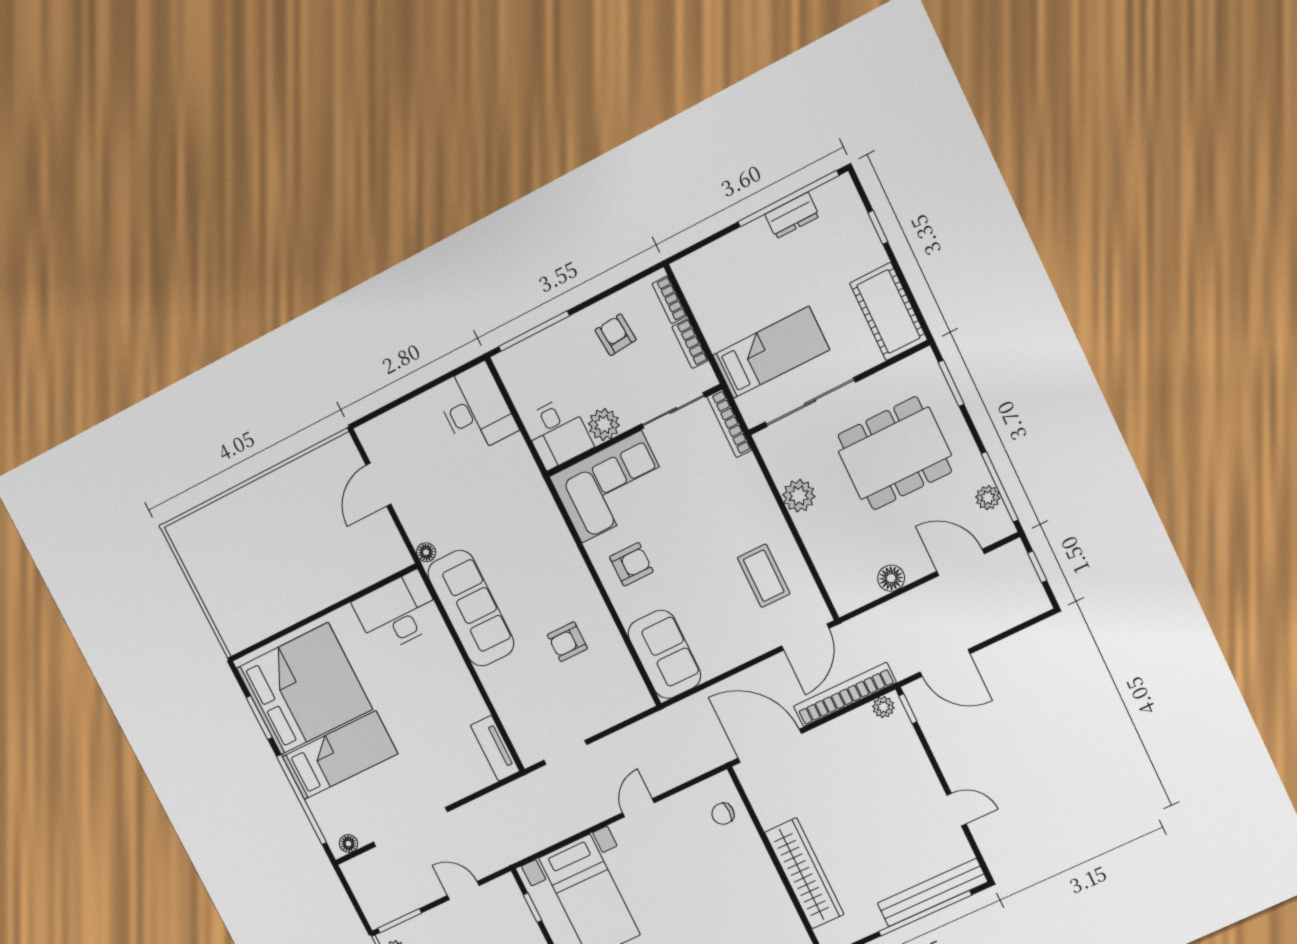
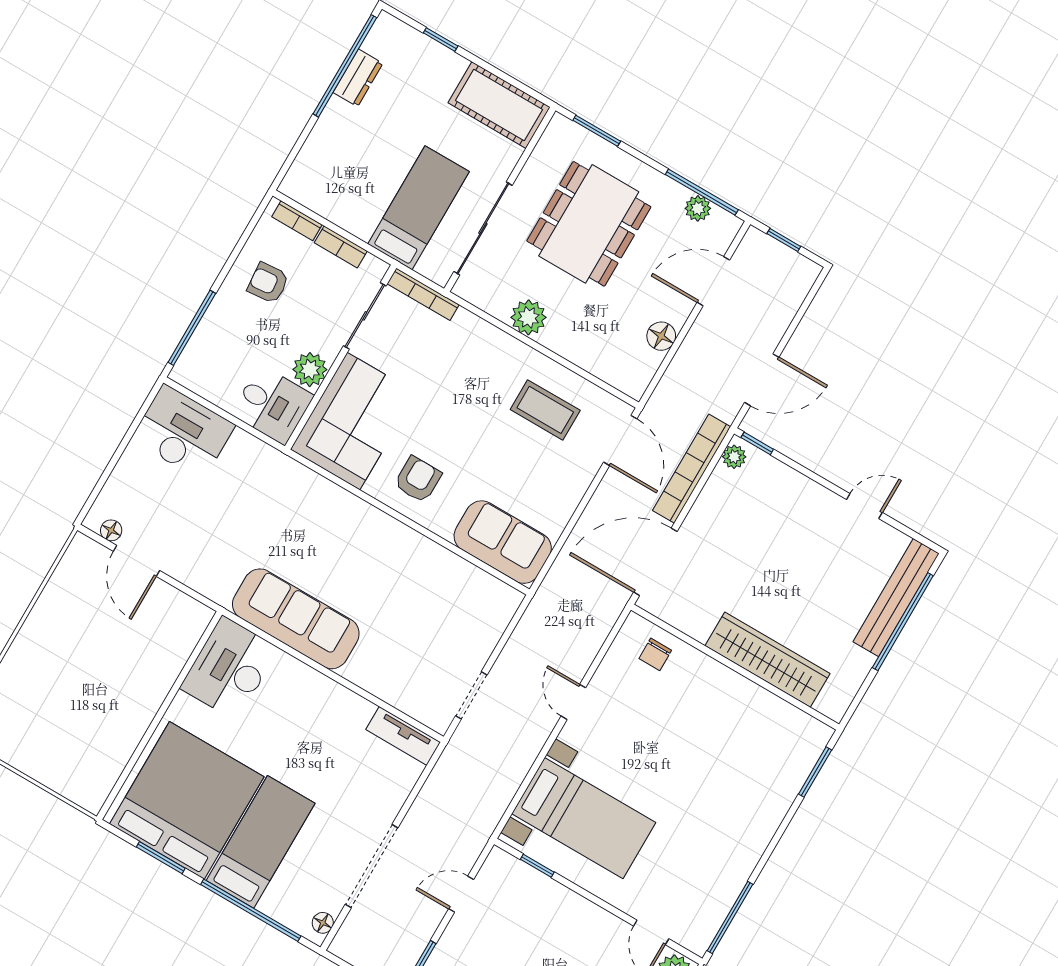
floor lamp: (426, 552) -> (111, 530), moved
armchair: (567, 642) -> (406, 590), removed

